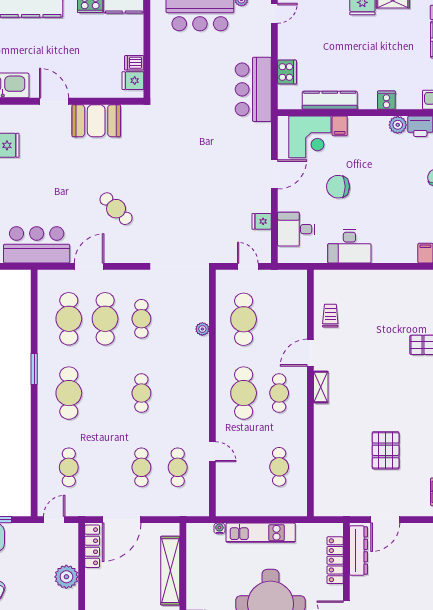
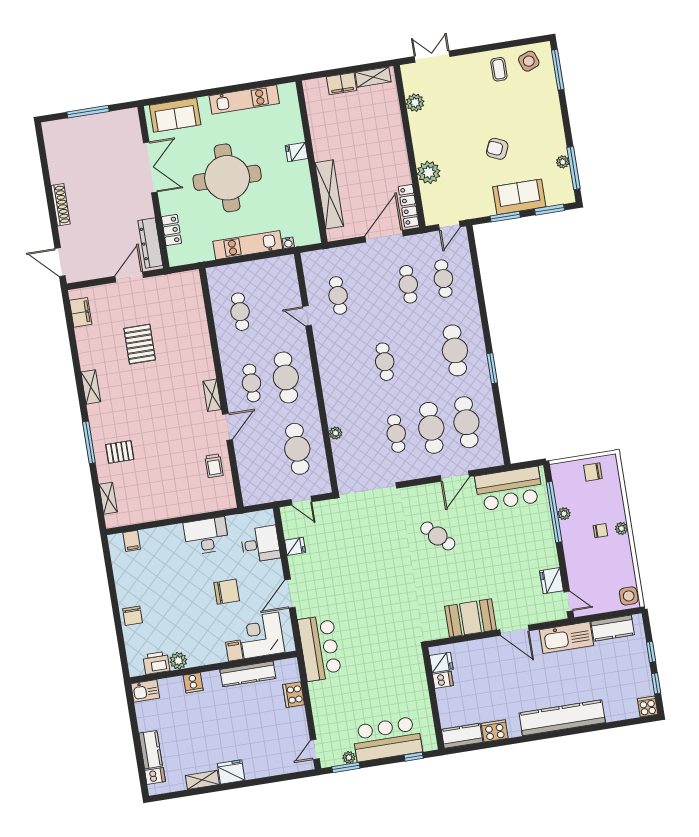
bar counter: (253, 89) -> (320, 648), moved
cafe table: (141, 467) -> (408, 284), moved
locker: (335, 560) -> (172, 230), width x0.66

